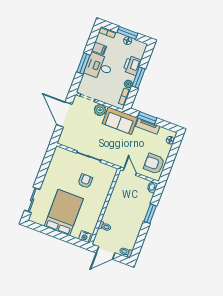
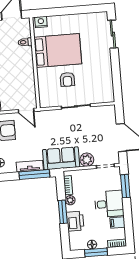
window: (83, 63) -> (125, 186), moved
window: (147, 118) -> (34, 174), width x1.44
bed: (64, 212) -> (58, 51), moved, turned -90

